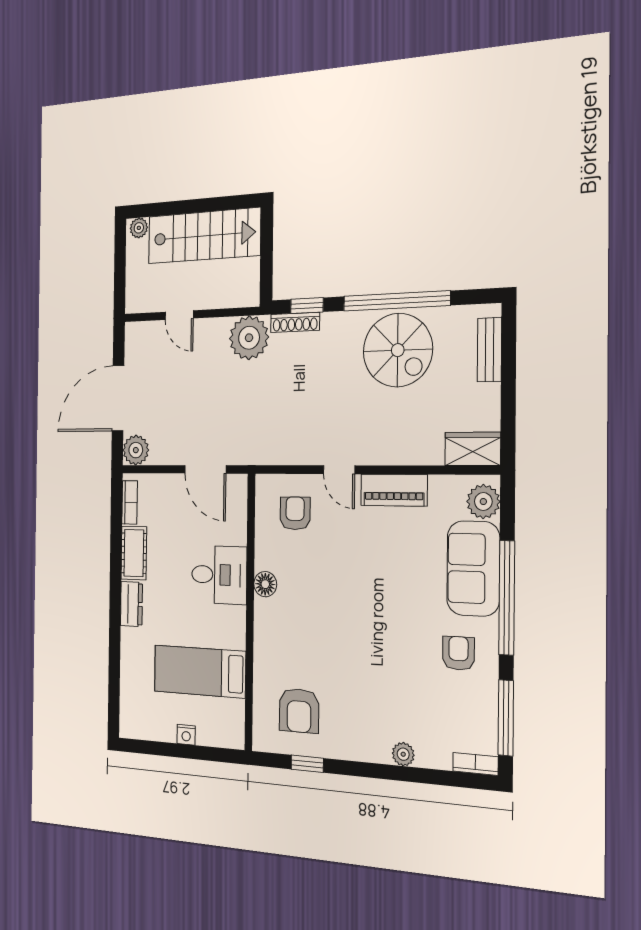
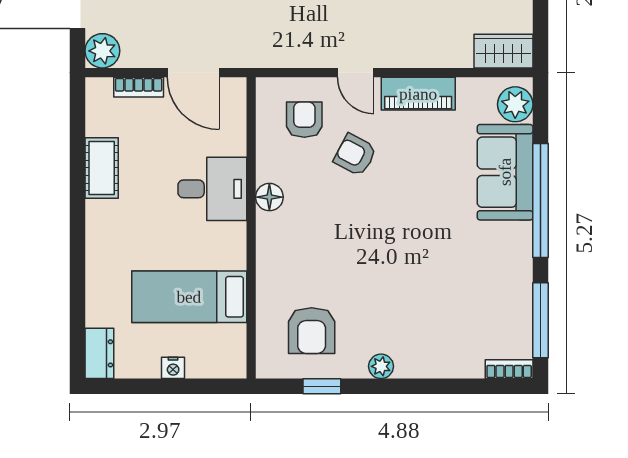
bookcase: (130, 502) -> (139, 87), moved, turned 90
dresser: (131, 604) -> (99, 353), moved
armchair: (458, 653) -> (355, 155), moved, turned -62
plant: (403, 754) -> (381, 366), moved

